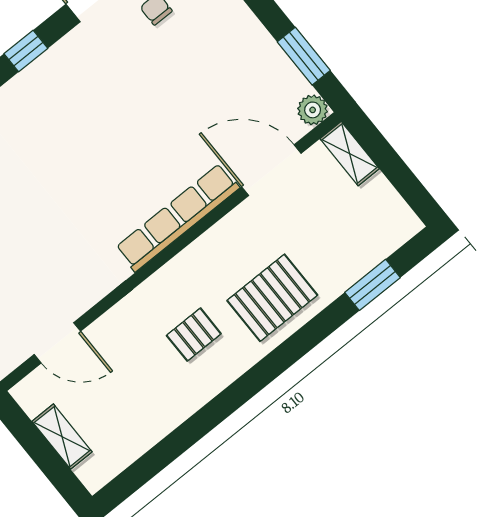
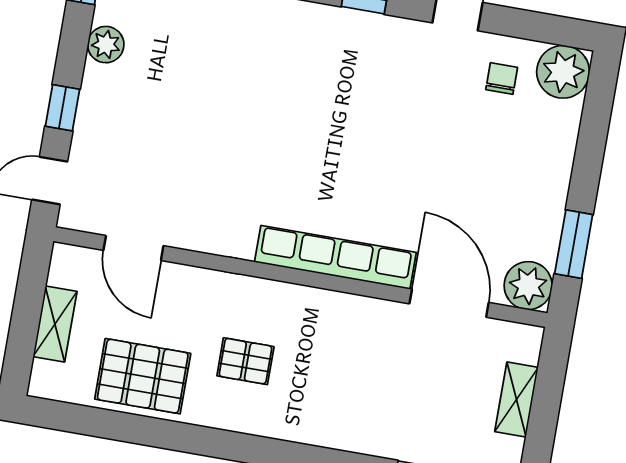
plant: (313, 110) -> (528, 286), width x1.36, depth x1.36
shelving: (350, 154) -> (516, 400), moved
pallet: (272, 298) -> (143, 376), moved

